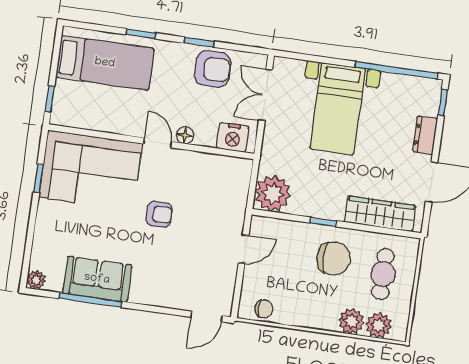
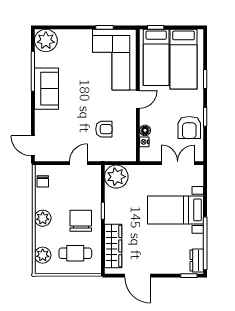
bed: (96, 105) -> (156, 57), added
floor lamp: (185, 135) -> (145, 130), moved
dresser: (425, 135) -> (197, 260), moved, turned -90
nightstand: (233, 137) -> (144, 142), width x0.53, depth x0.56
armchair: (159, 214) -> (104, 129), moved, turned -90
door: (244, 249) -> (79, 163), swing flipped
chair: (334, 259) -> (81, 221), turned 180
sofa: (97, 279) -> (47, 89), moved
plant: (36, 280) -> (46, 40), width x1.88, depth x1.88
plant: (351, 321) -> (43, 218), moved

